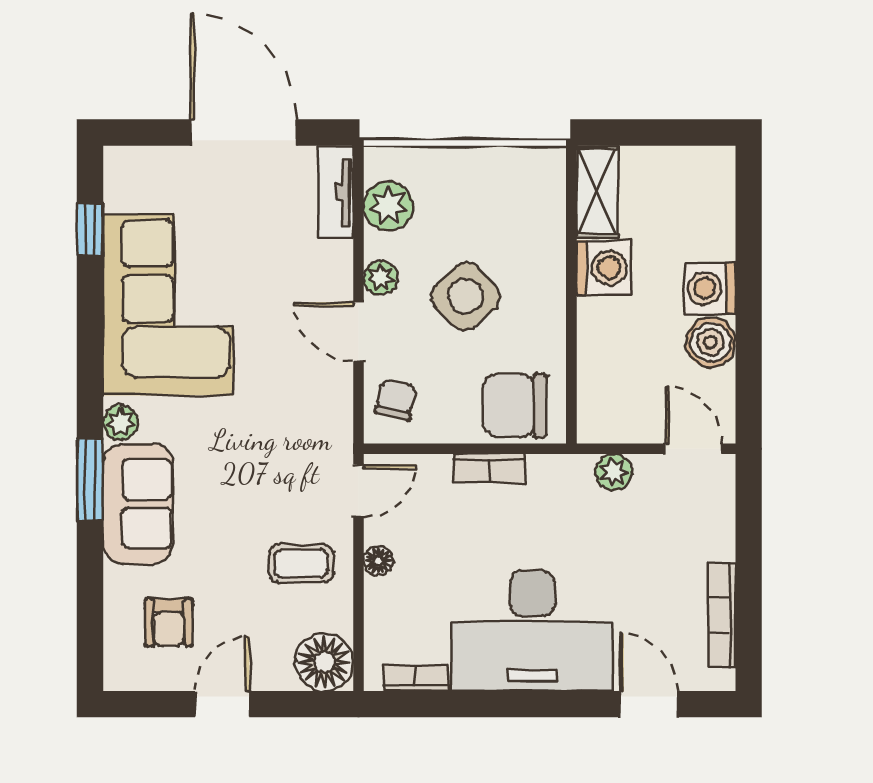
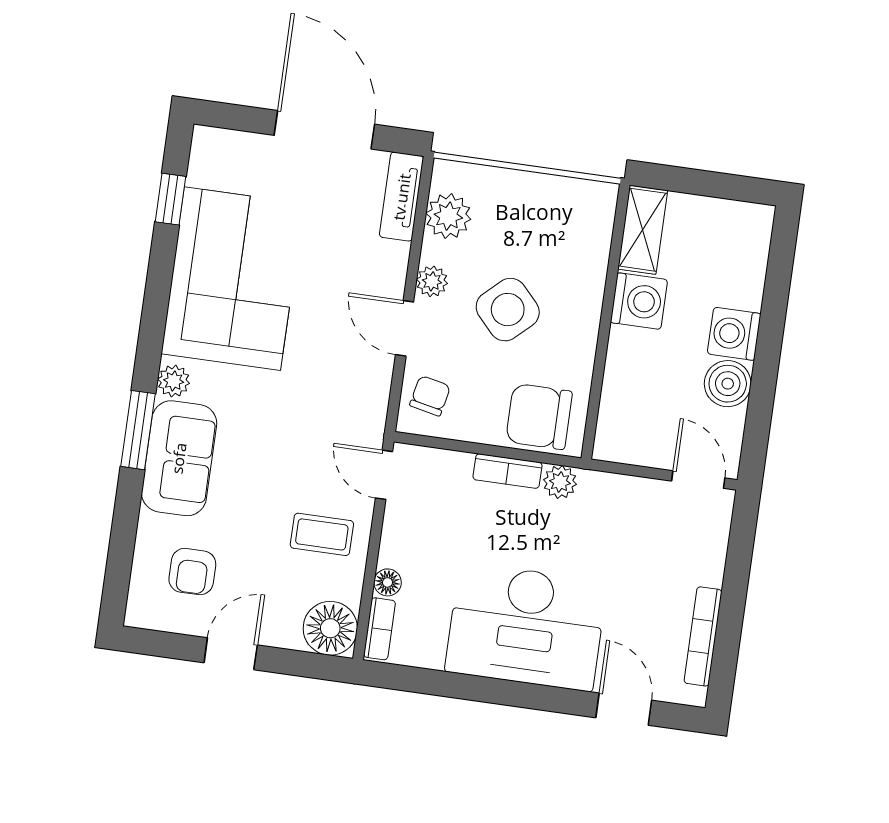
plant: (614, 472) -> (560, 482), moved
door: (358, 491) -> (384, 475), swing flipped
floor lamp: (378, 561) -> (388, 582), moved
bookcase: (416, 678) -> (379, 629), moved, turned 90

